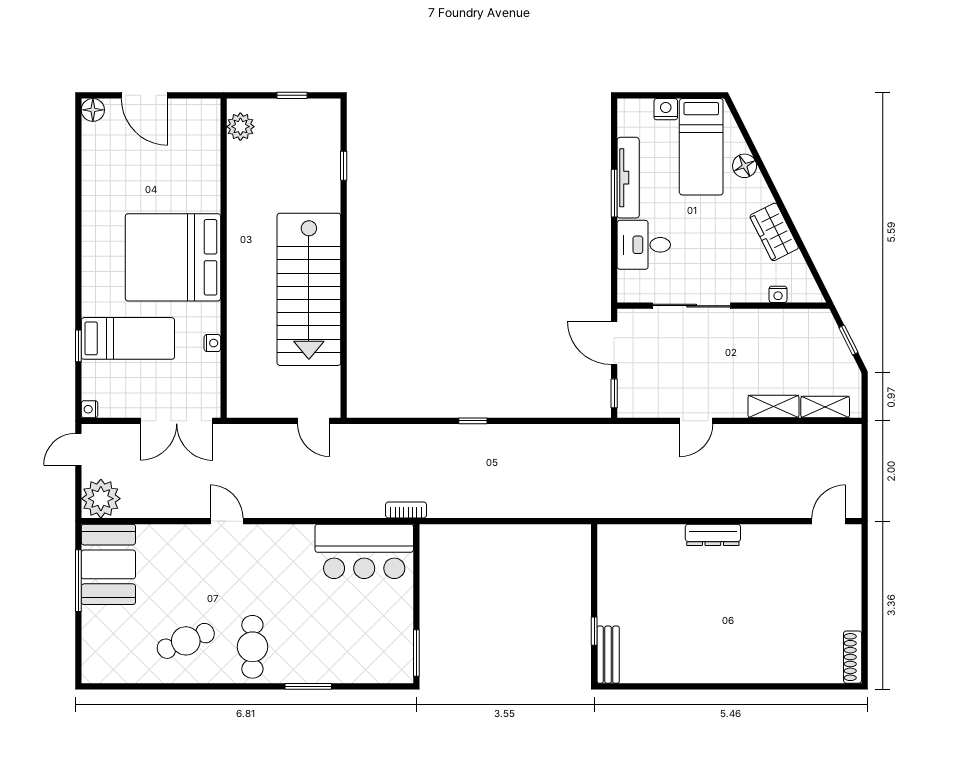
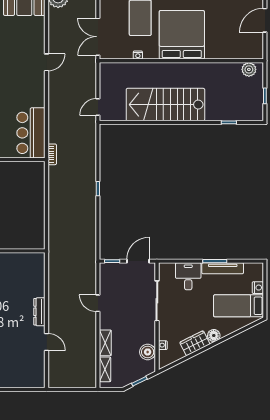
floor lamp: (745, 166) -> (214, 335), moved
boiler: (791, 324) -> (148, 352), added
door: (829, 521) -> (47, 342), moved

